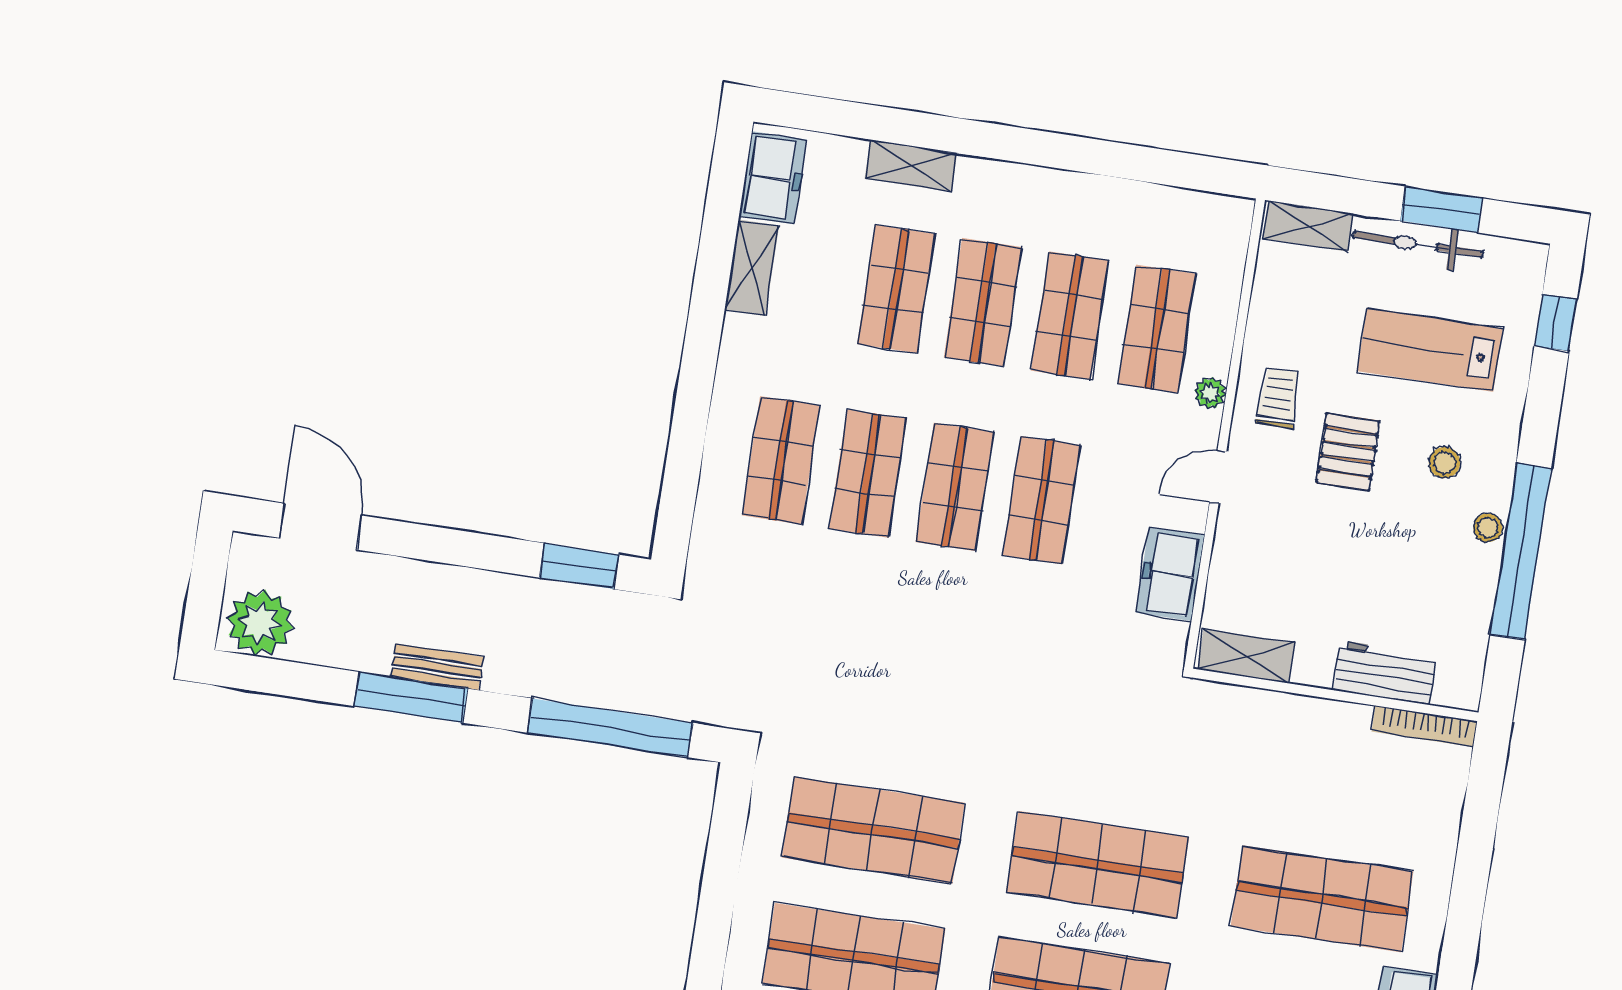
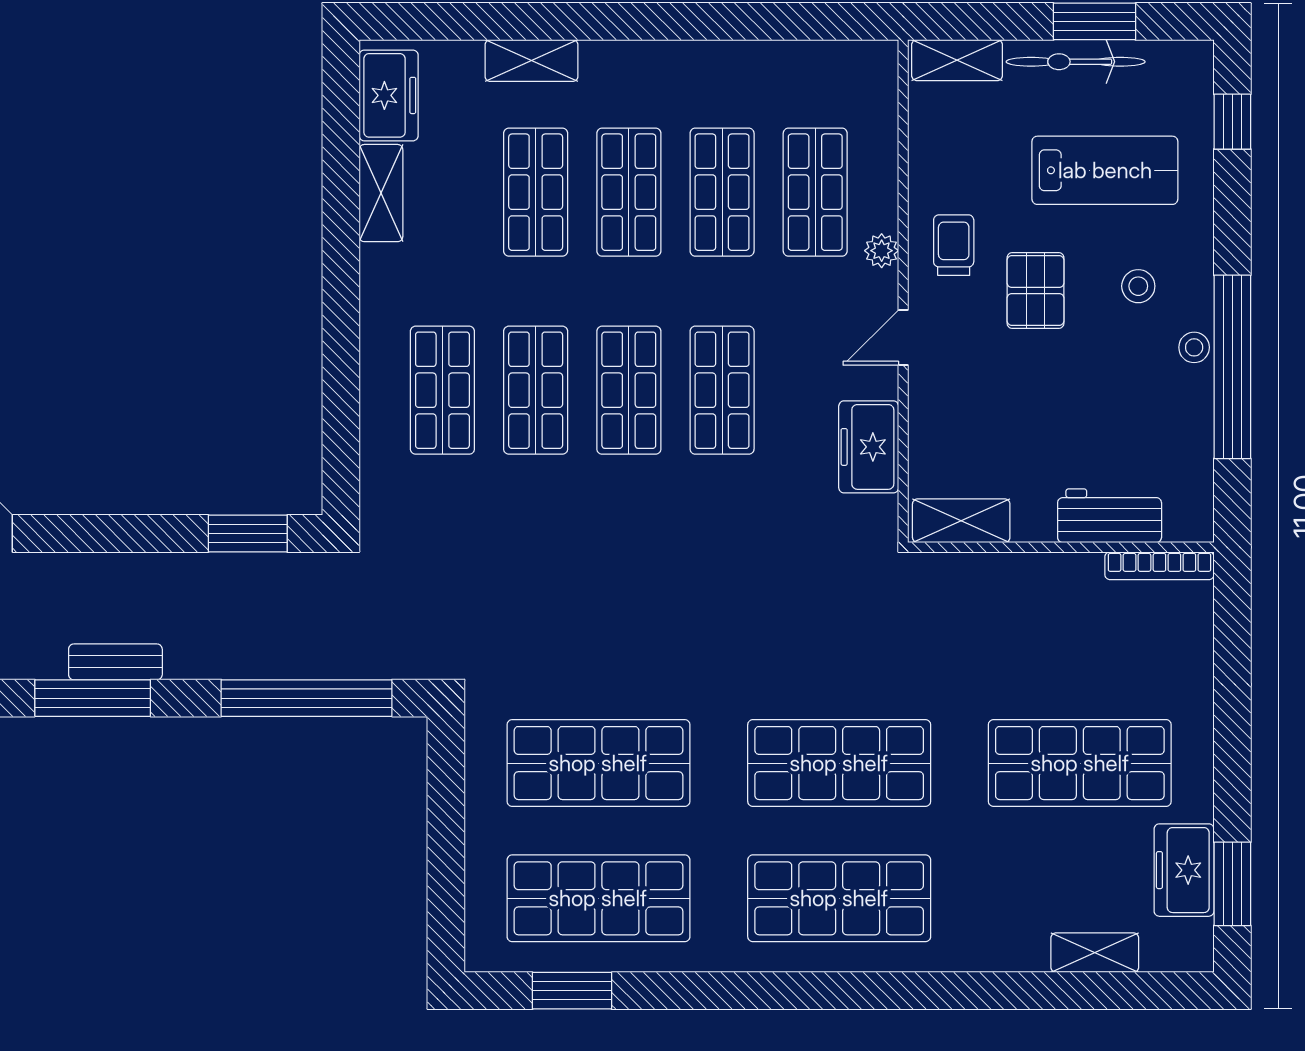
lab bench: (1430, 350) -> (1105, 170), turned 180

